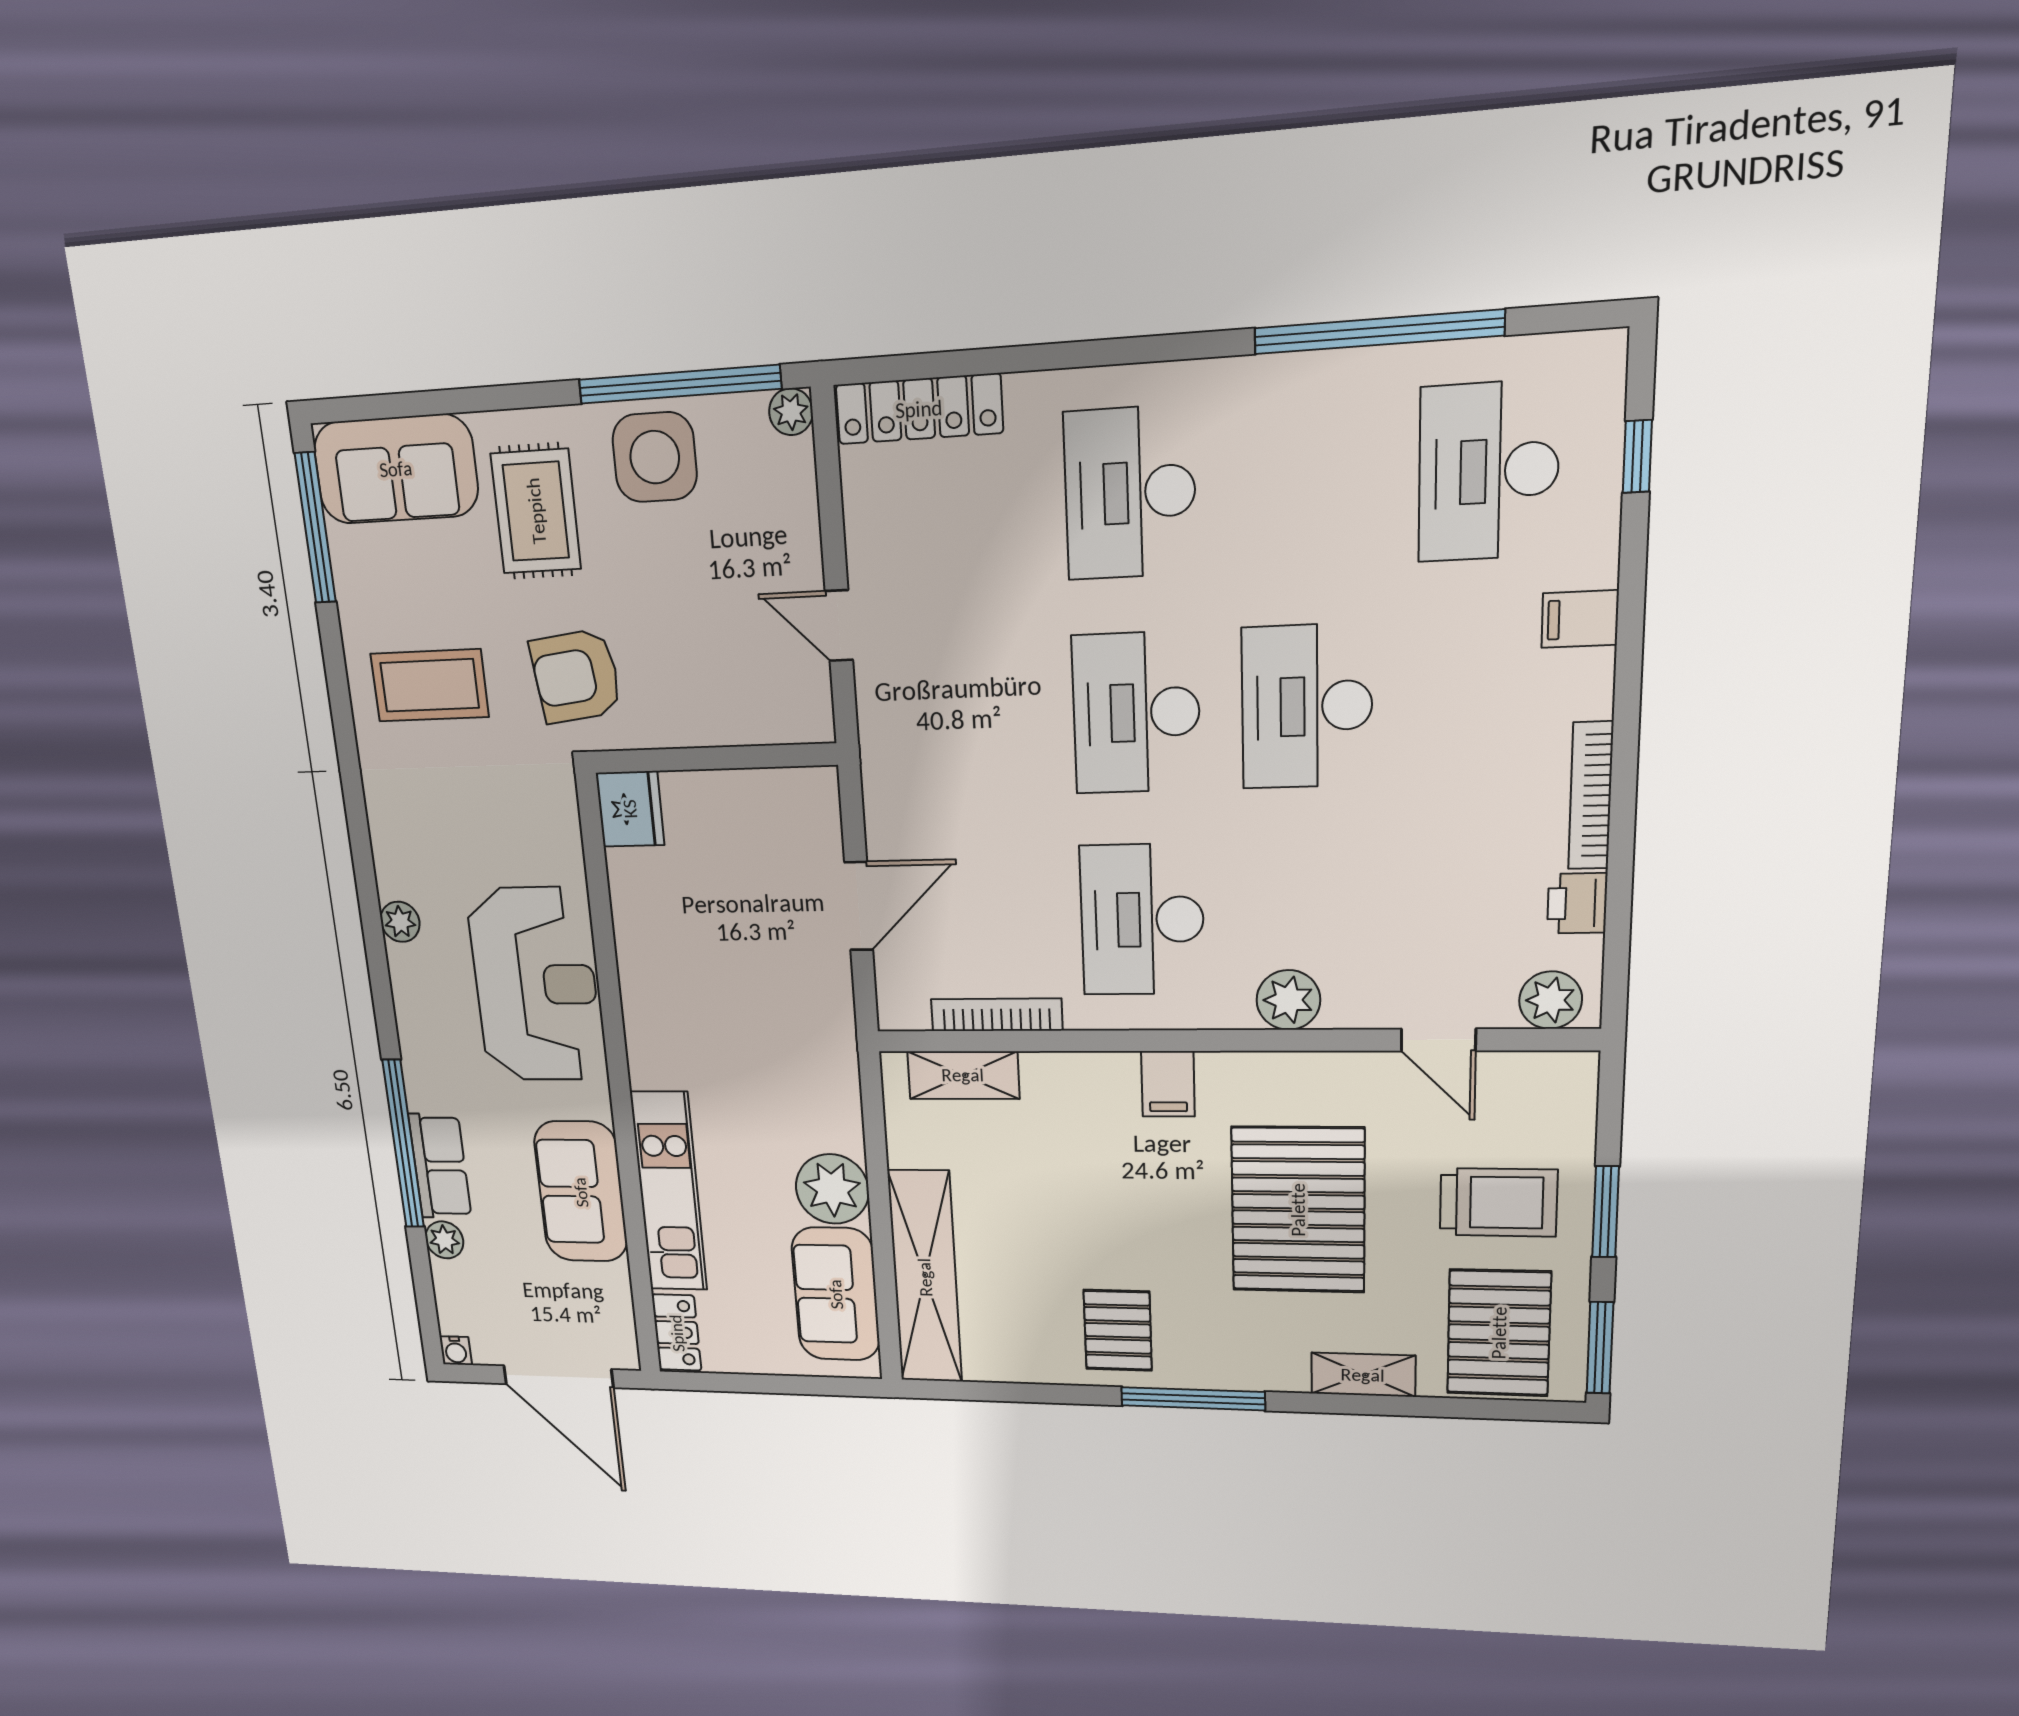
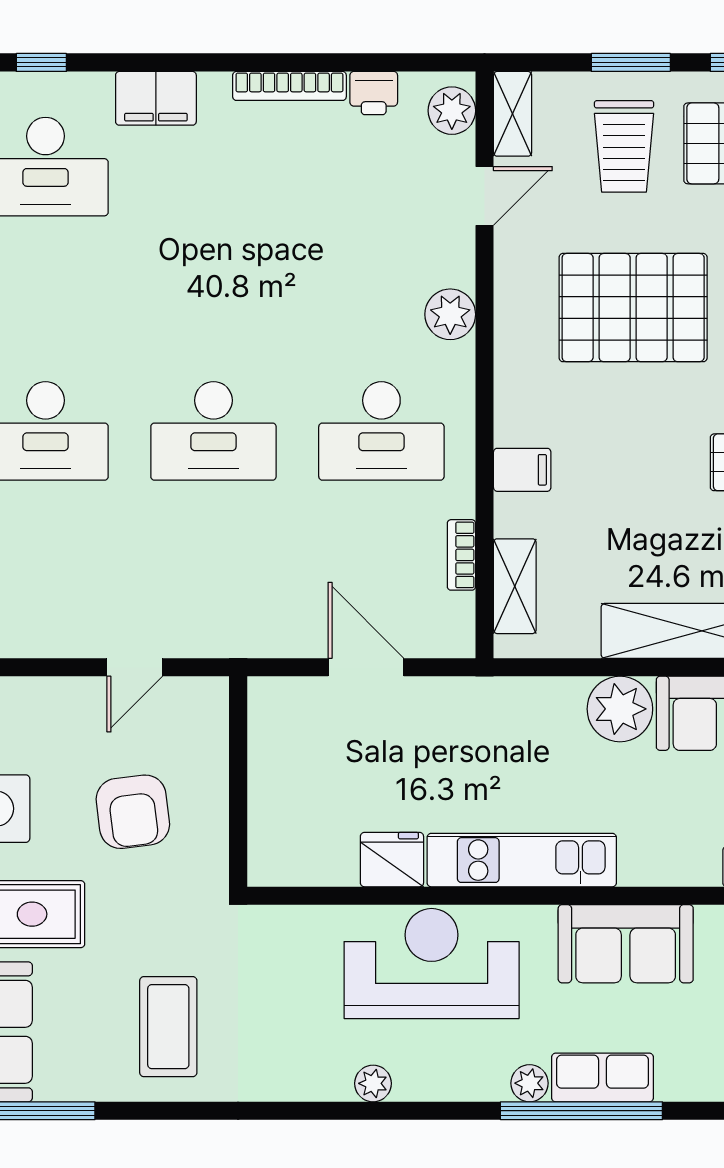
filing cabinet: (1580, 619) -> (156, 98), width x2.00
armchair: (576, 676) -> (133, 812), moved
desk: (1307, 706) -> (213, 299), removed
fridge: (630, 809) -> (392, 860), moved
bookcase: (997, 1015) -> (461, 555), width x0.64
shelving: (1544, 1073) -> (513, 114), added
filing cabinet: (1168, 1084) -> (522, 470), moved
kitchen unit: (669, 1192) -> (522, 860), moved
trolley: (1498, 1202) -> (624, 146), turned 180
plant: (444, 1240) -> (530, 1083), moved

